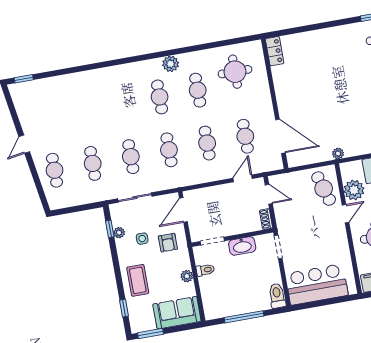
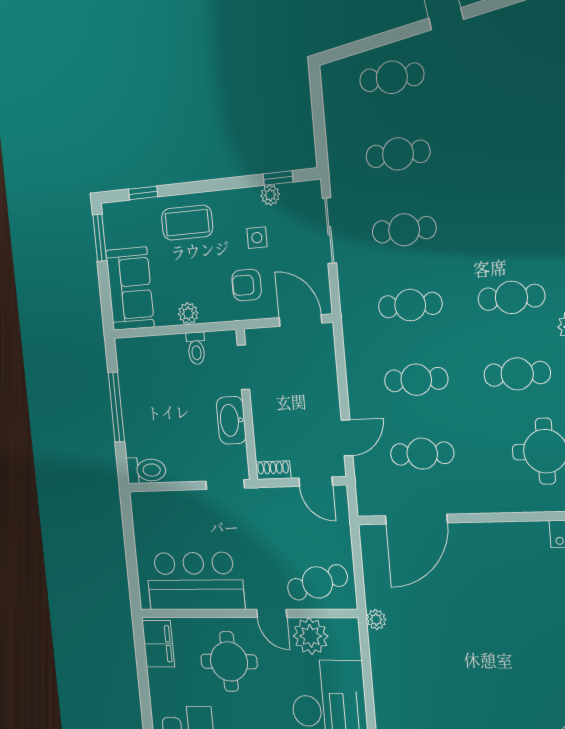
door: (243, 178) -> (347, 438), hinge flipped
door: (269, 194) -> (316, 482), hinge flipped
bar counter: (317, 284) -> (195, 581), moved, turned -90

